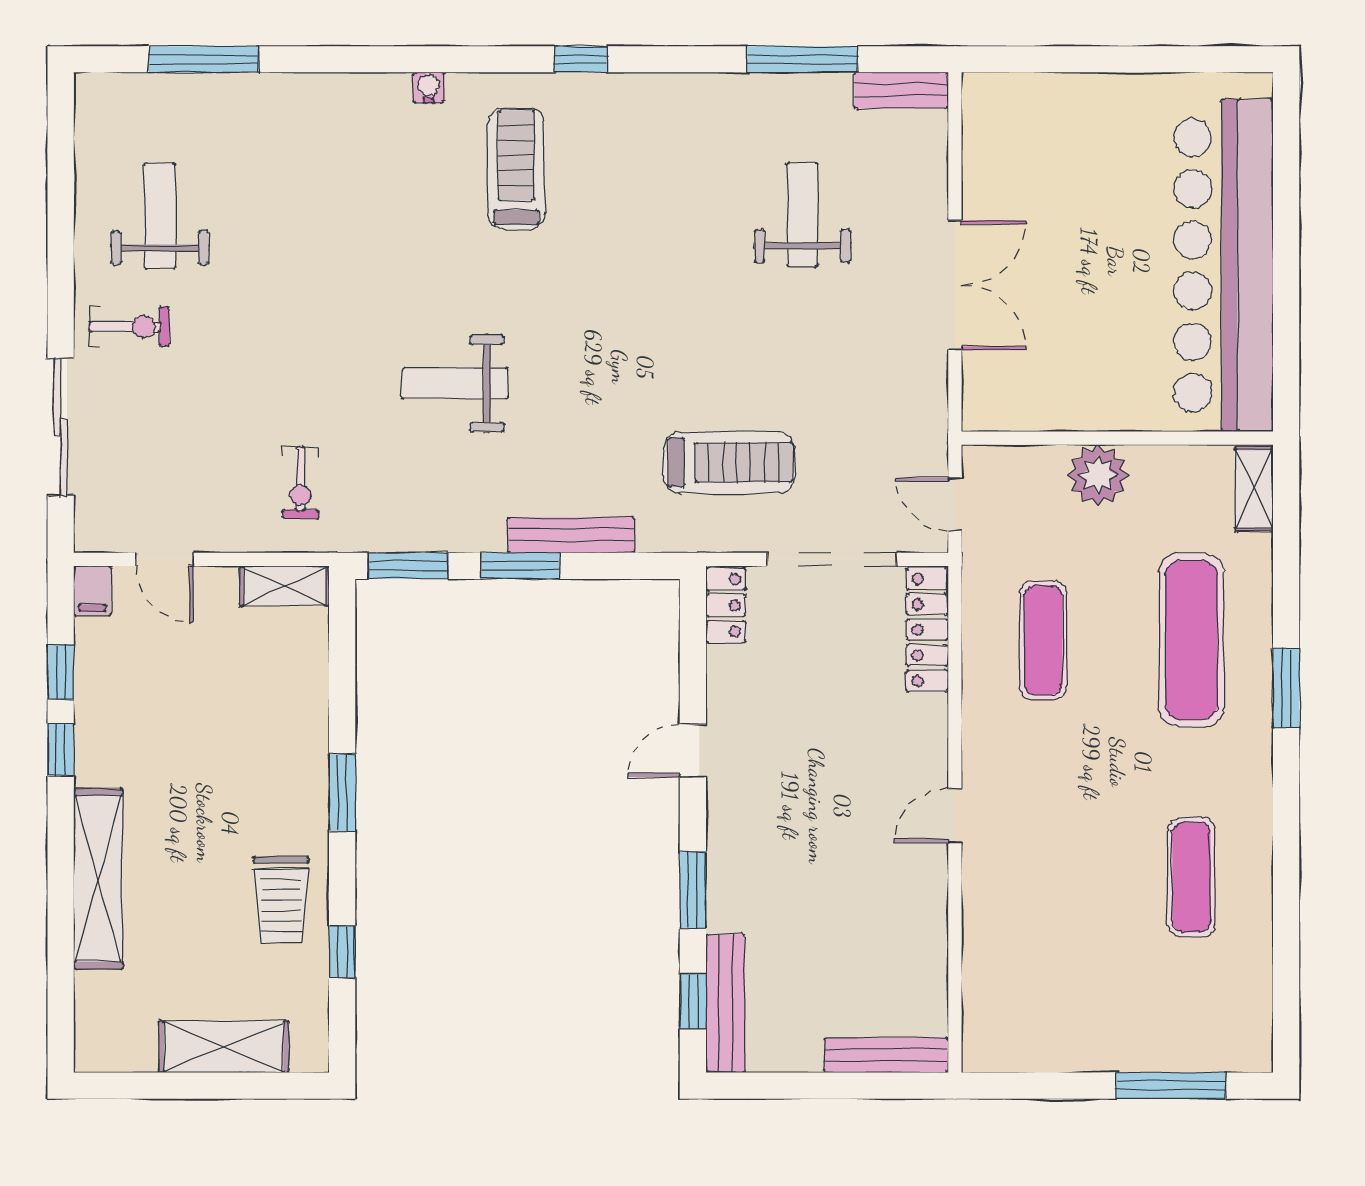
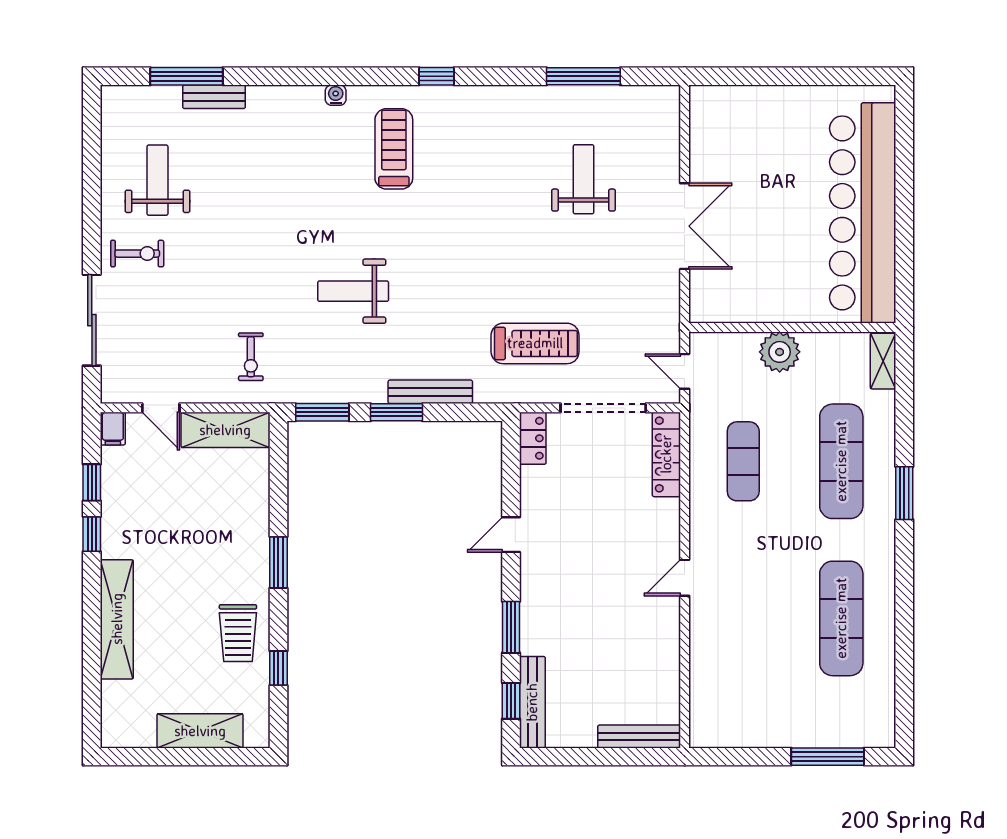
bench: (901, 90) -> (214, 97), moved
shelving: (285, 586) -> (225, 430), width x1.50, depth x1.33
exercise mat: (1191, 877) -> (841, 618), width x1.36, depth x1.45

